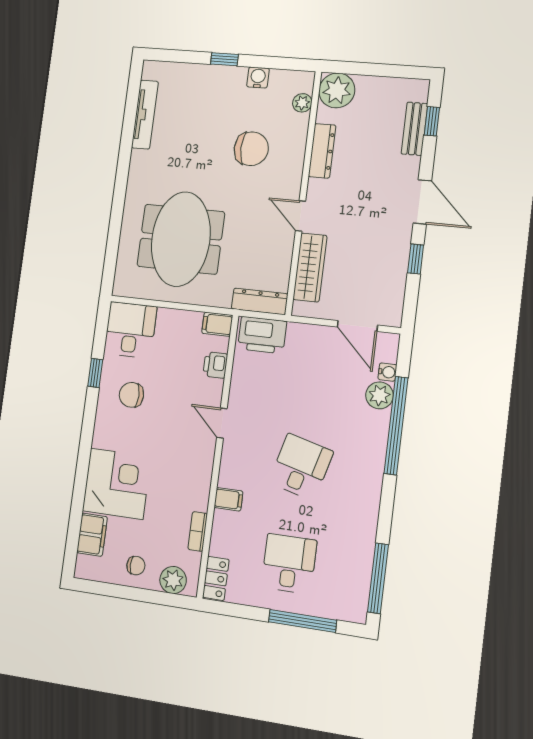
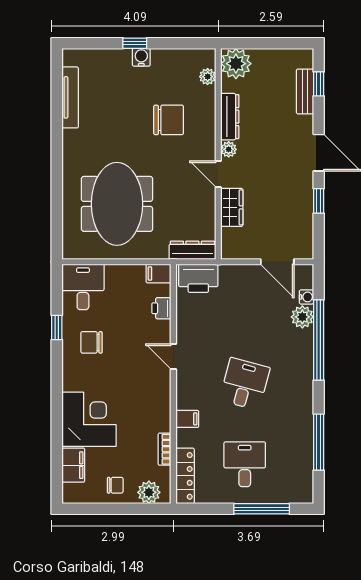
water cooler: (258, 78) -> (141, 57), moved
plant: (316, 188) -> (229, 149), added
wardrobe: (310, 267) -> (232, 207), width x0.67
locker: (216, 578) -> (185, 476), width x1.53
window: (378, 578) -> (319, 442), moved

